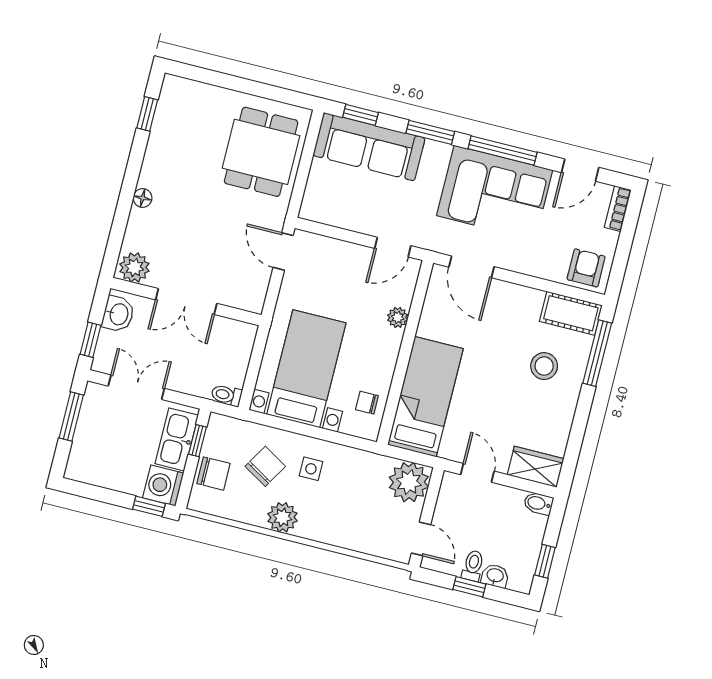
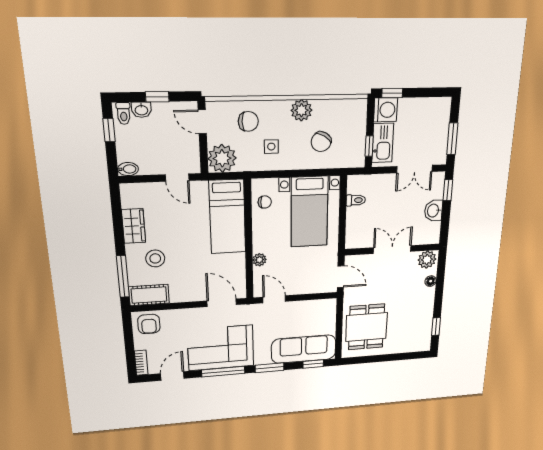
door: (393, 247) -> (274, 299), hinge flipped
plant: (134, 267) -> (427, 260), moved
double door: (186, 302) -> (392, 249), moved
wall: (186, 302) -> (392, 249), moved
toilet: (227, 395) -> (356, 200), moved
wardrobe: (535, 467) -> (134, 226), moved, turned -90
side table: (311, 469) -> (271, 147), moved
chair: (213, 474) -> (248, 121), moved, turned 180
toilet: (473, 566) -> (124, 113), moved

